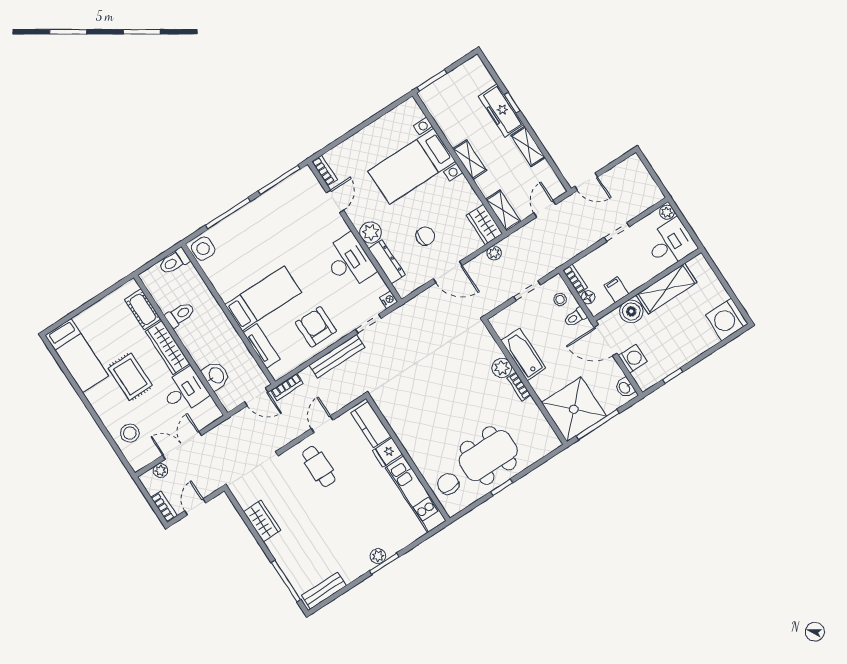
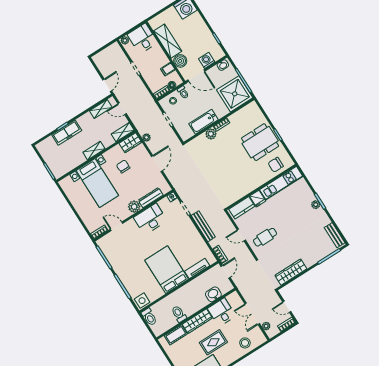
shelving: (528, 146) -> (101, 109), moved
chair: (425, 236) -> (123, 166), moved
bed: (263, 298) -> (167, 270), width x1.50
armchair: (316, 327) -> (187, 238), removed
door: (606, 340) -> (196, 76), hinge flipped
dining table: (488, 456) -> (260, 142), turned 90
wardrobe: (262, 521) -> (291, 272), width x1.50

